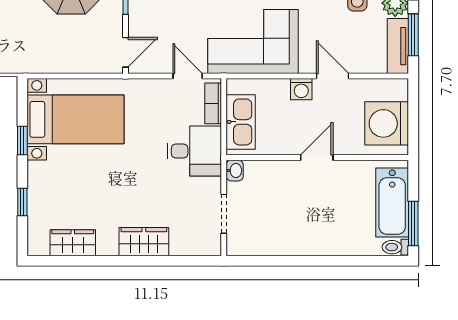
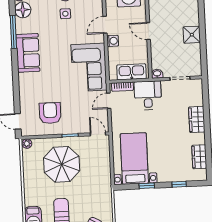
shower: (306, 240) -> (192, 35), added

